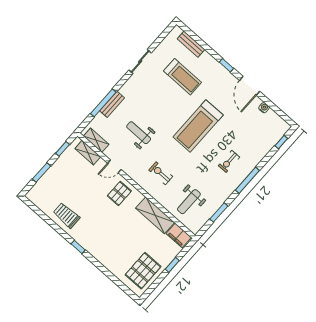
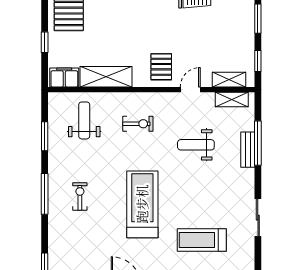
weight bench: (139, 133) -> (196, 145), turned 180

